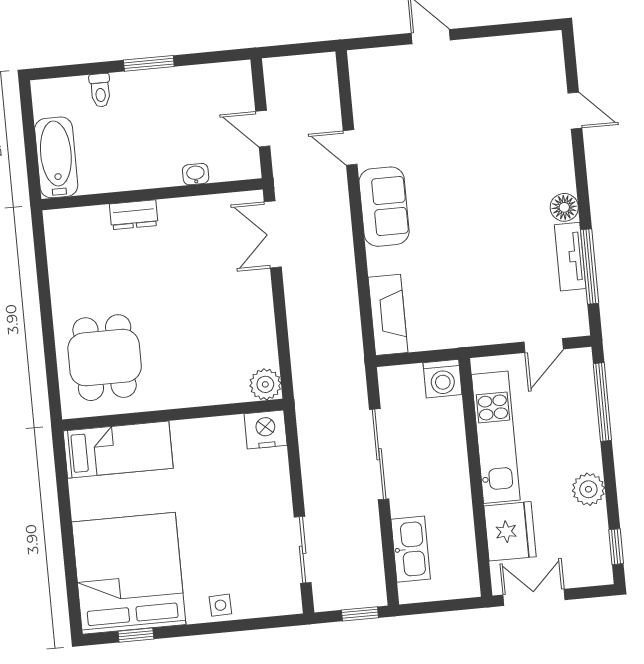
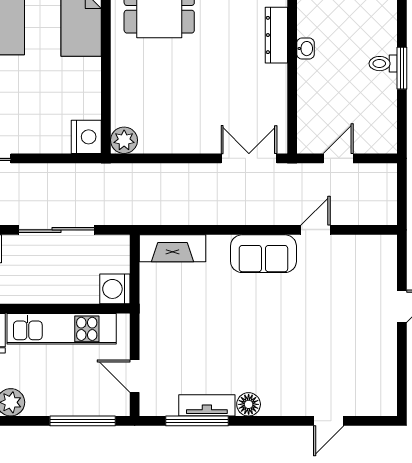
toilet: (100, 90) -> (383, 64), moved
washbasin: (196, 174) -> (306, 49), moved
dresser: (134, 215) -> (276, 35), width x1.44

